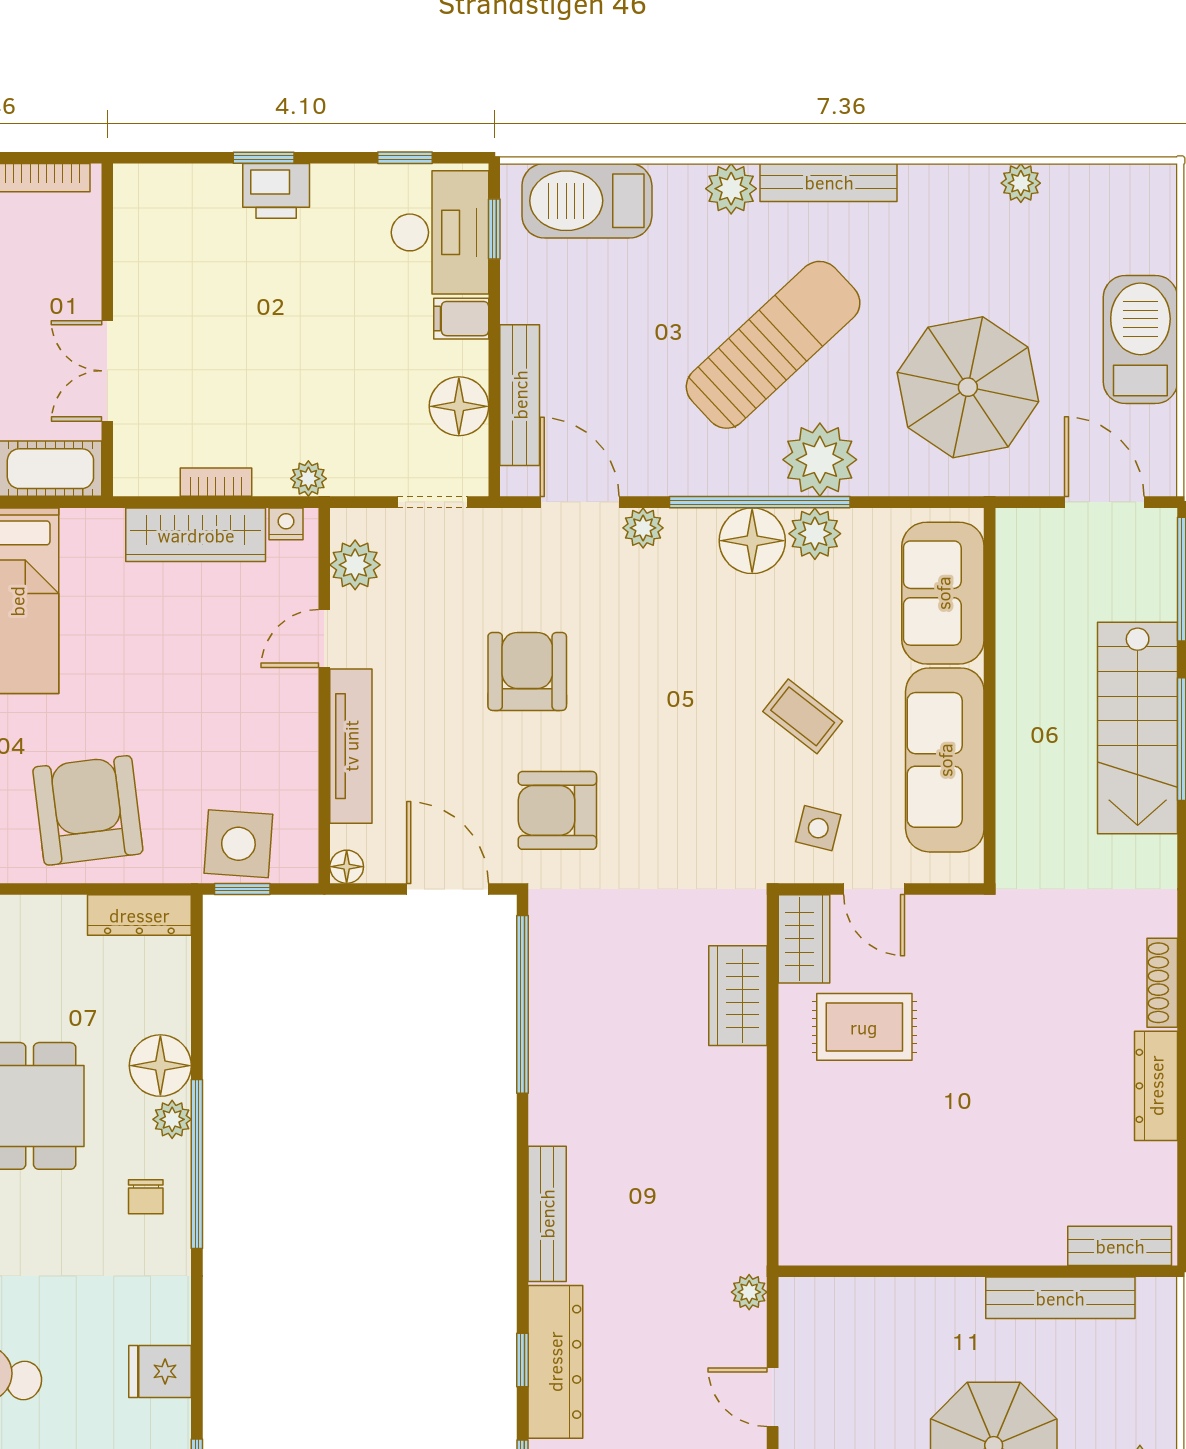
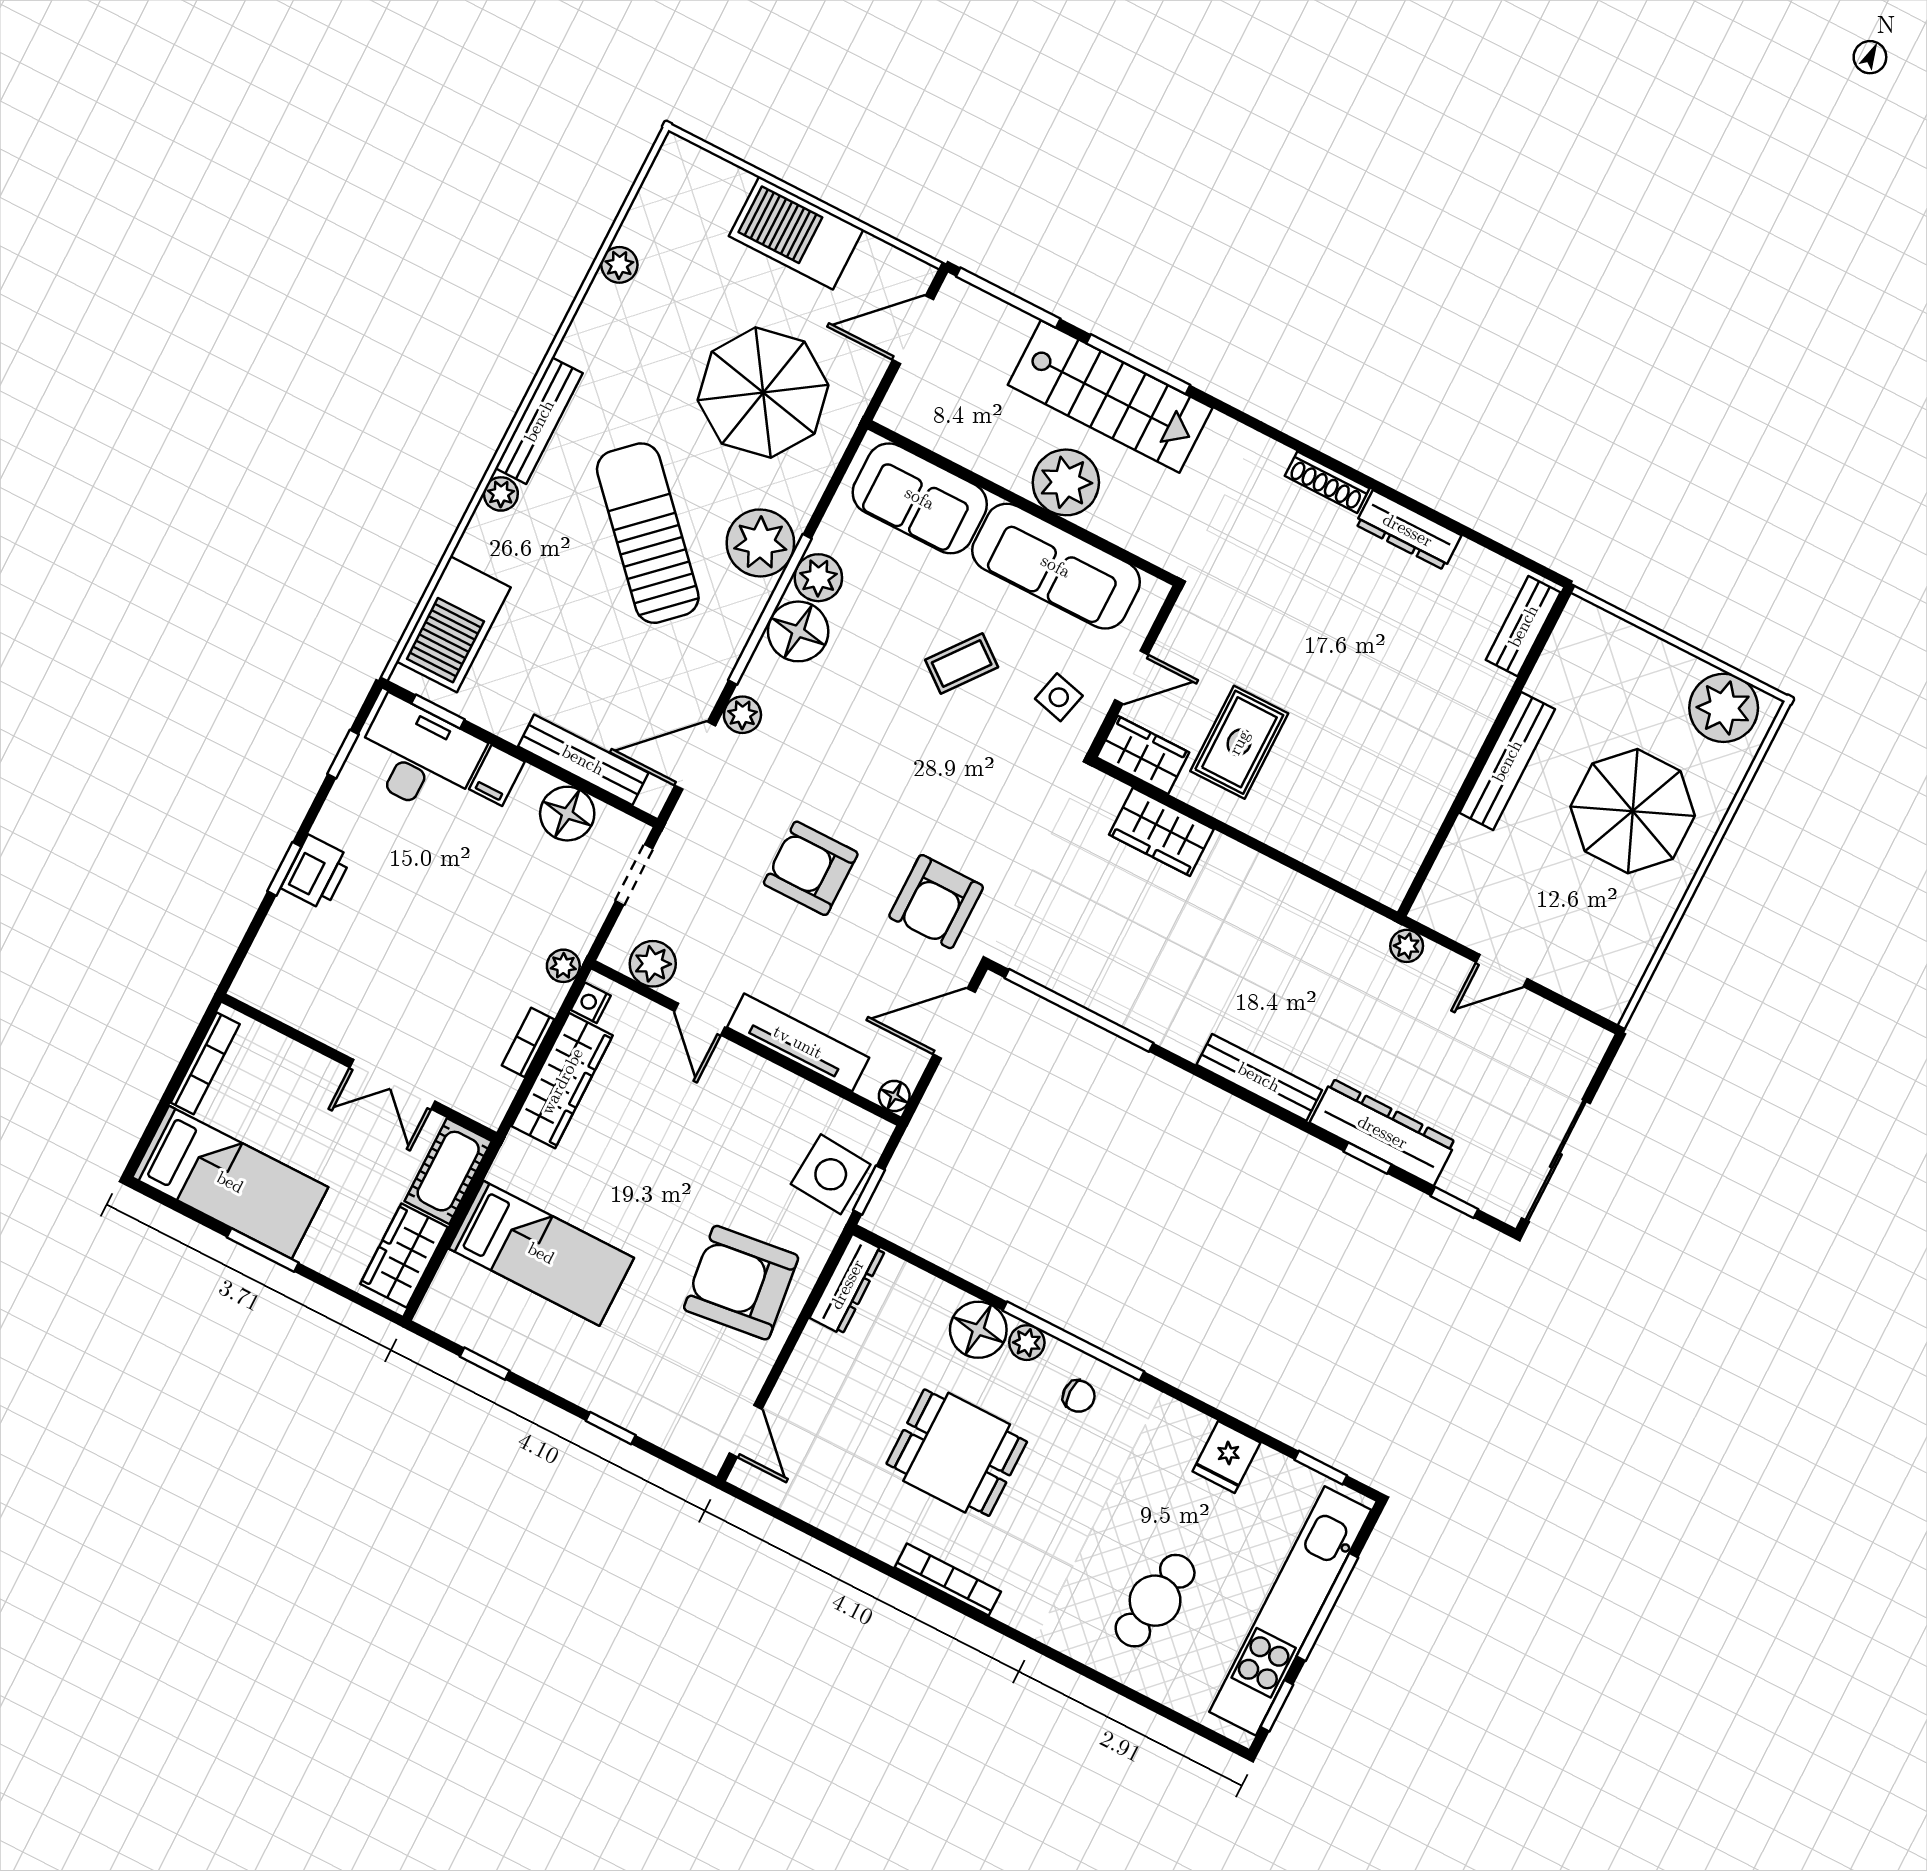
plant: (731, 189) -> (501, 494), width x0.73, depth x0.73
plant: (1032, 728) -> (1066, 482), added
bench: (1060, 1298) -> (1507, 761), moved

